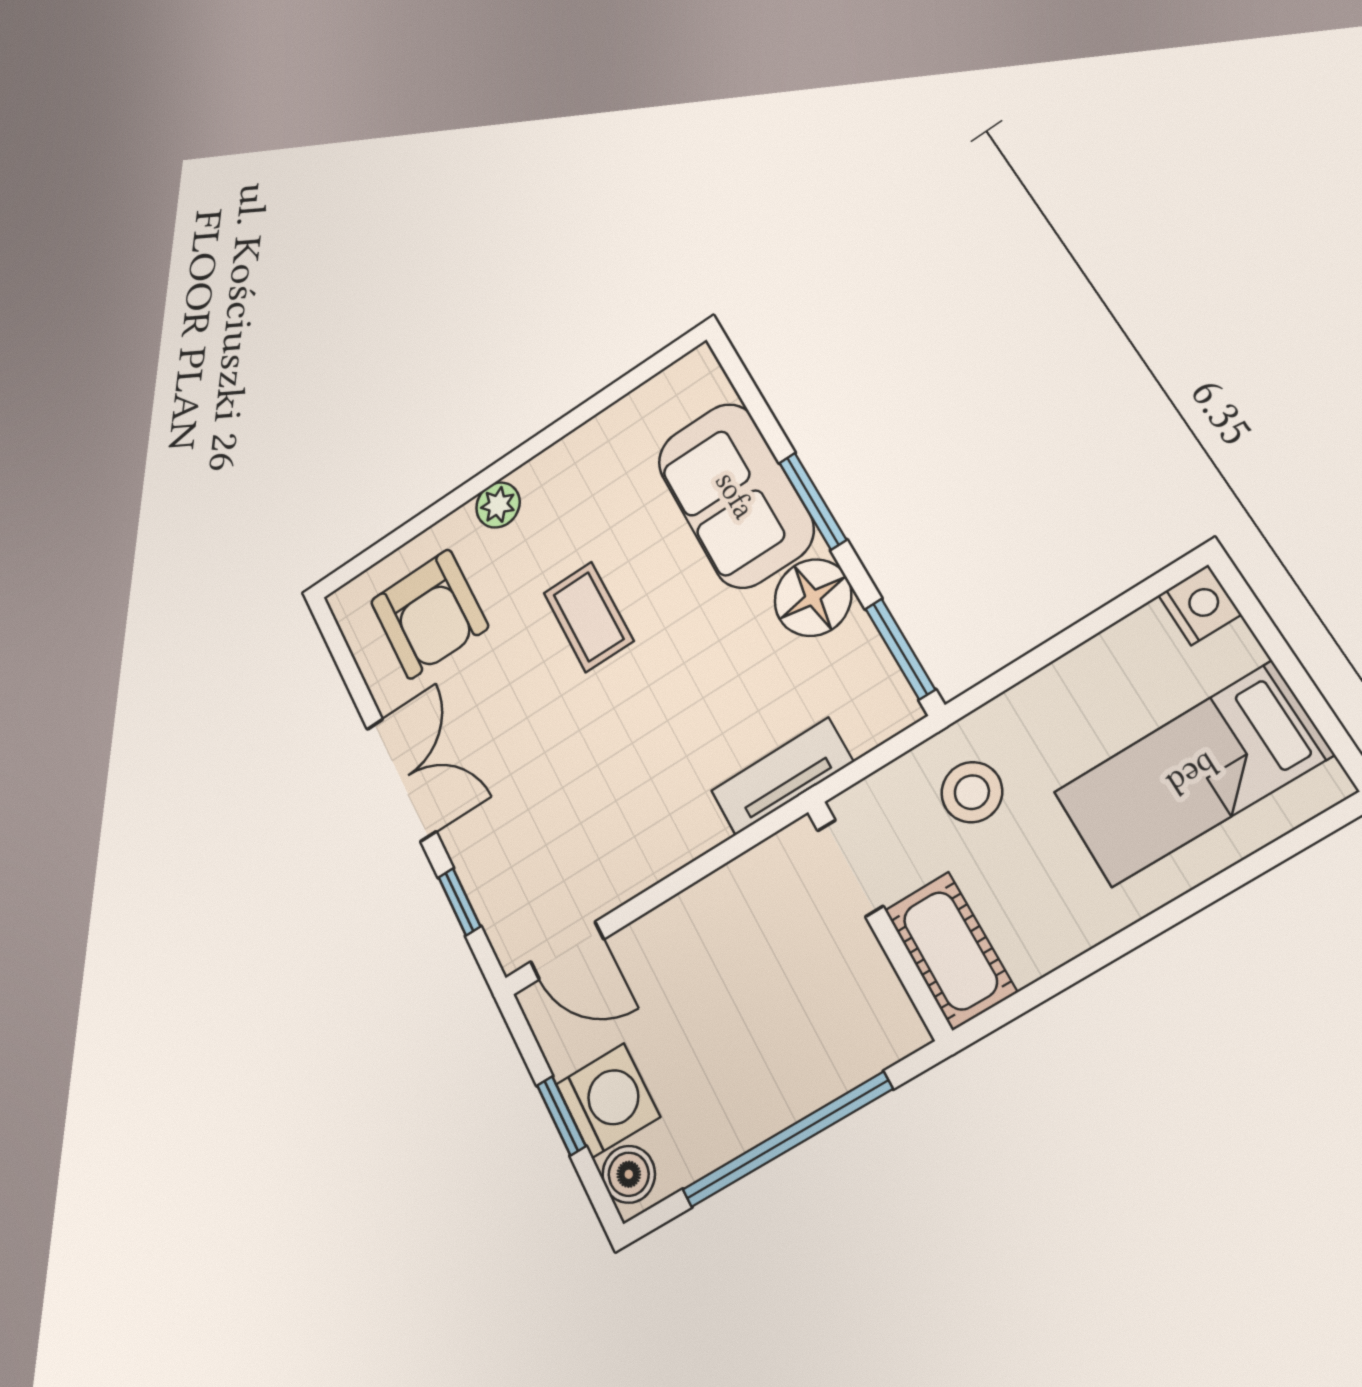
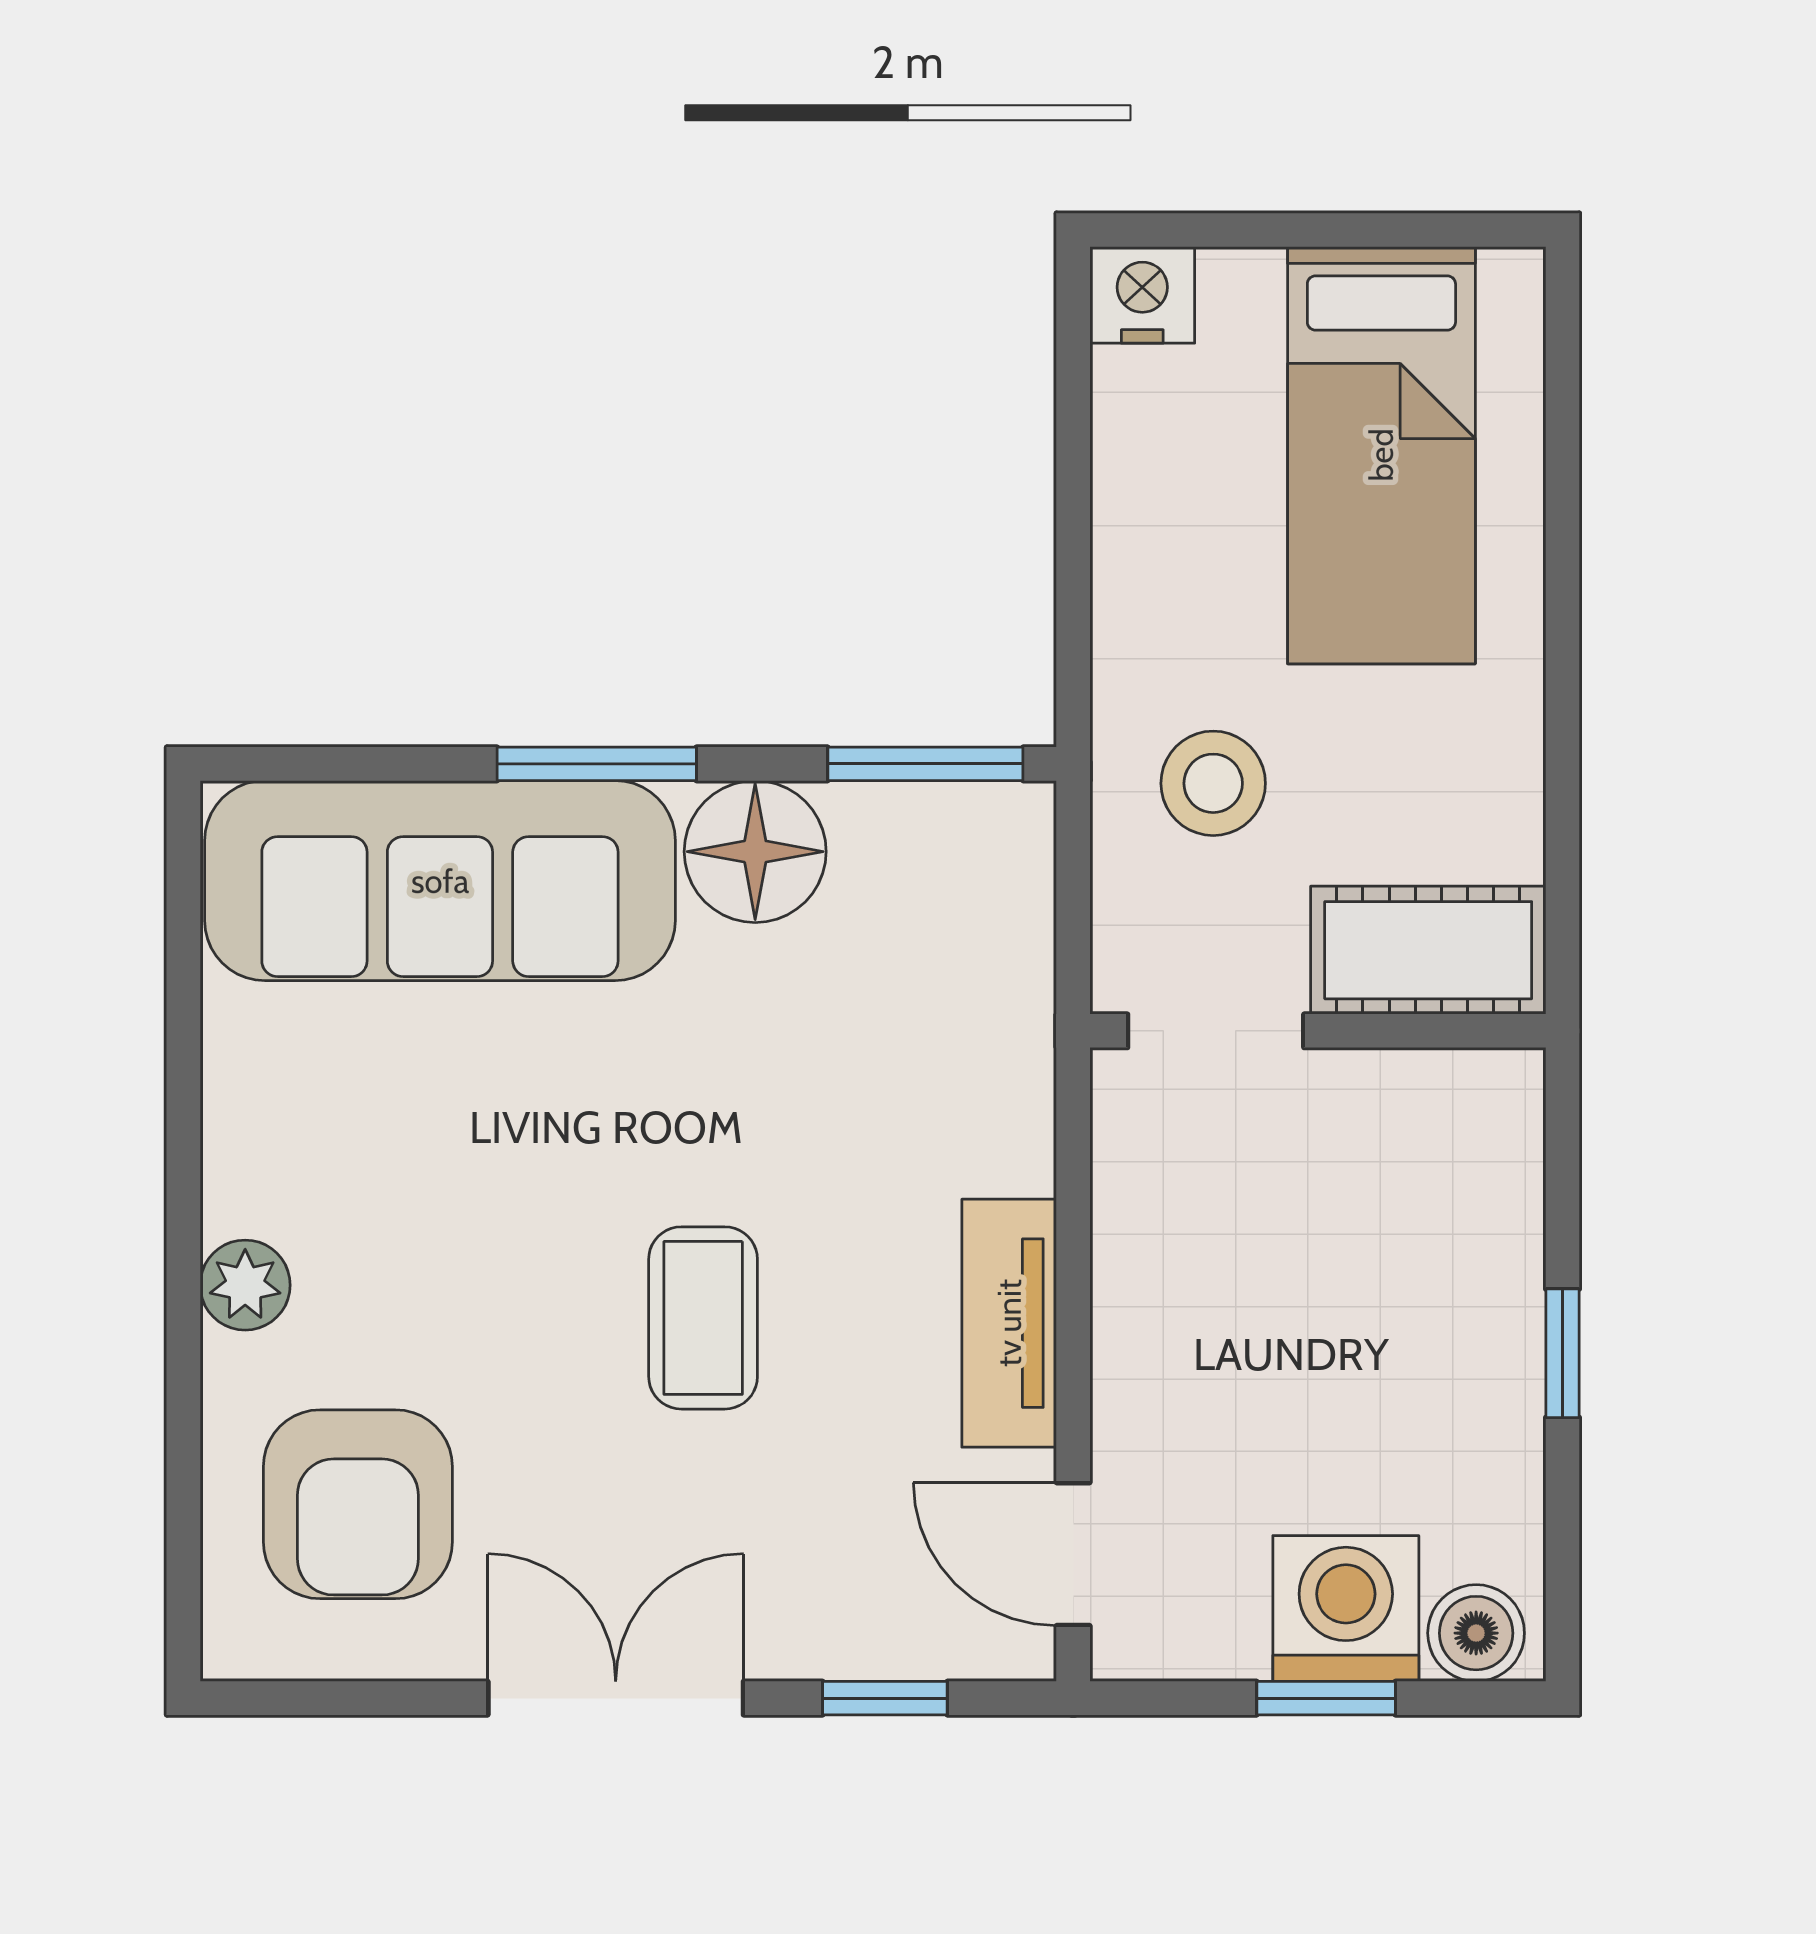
sofa: (735, 495) -> (440, 881), width x1.36
armchair: (429, 614) -> (358, 1504), turned 90
coffee table: (589, 617) -> (703, 1318), moved, turned 90
tv unit: (782, 776) -> (1009, 1323), moved
door: (567, 951) -> (1073, 1554), swing flipped
window: (787, 1140) -> (1563, 1353), width x0.32

